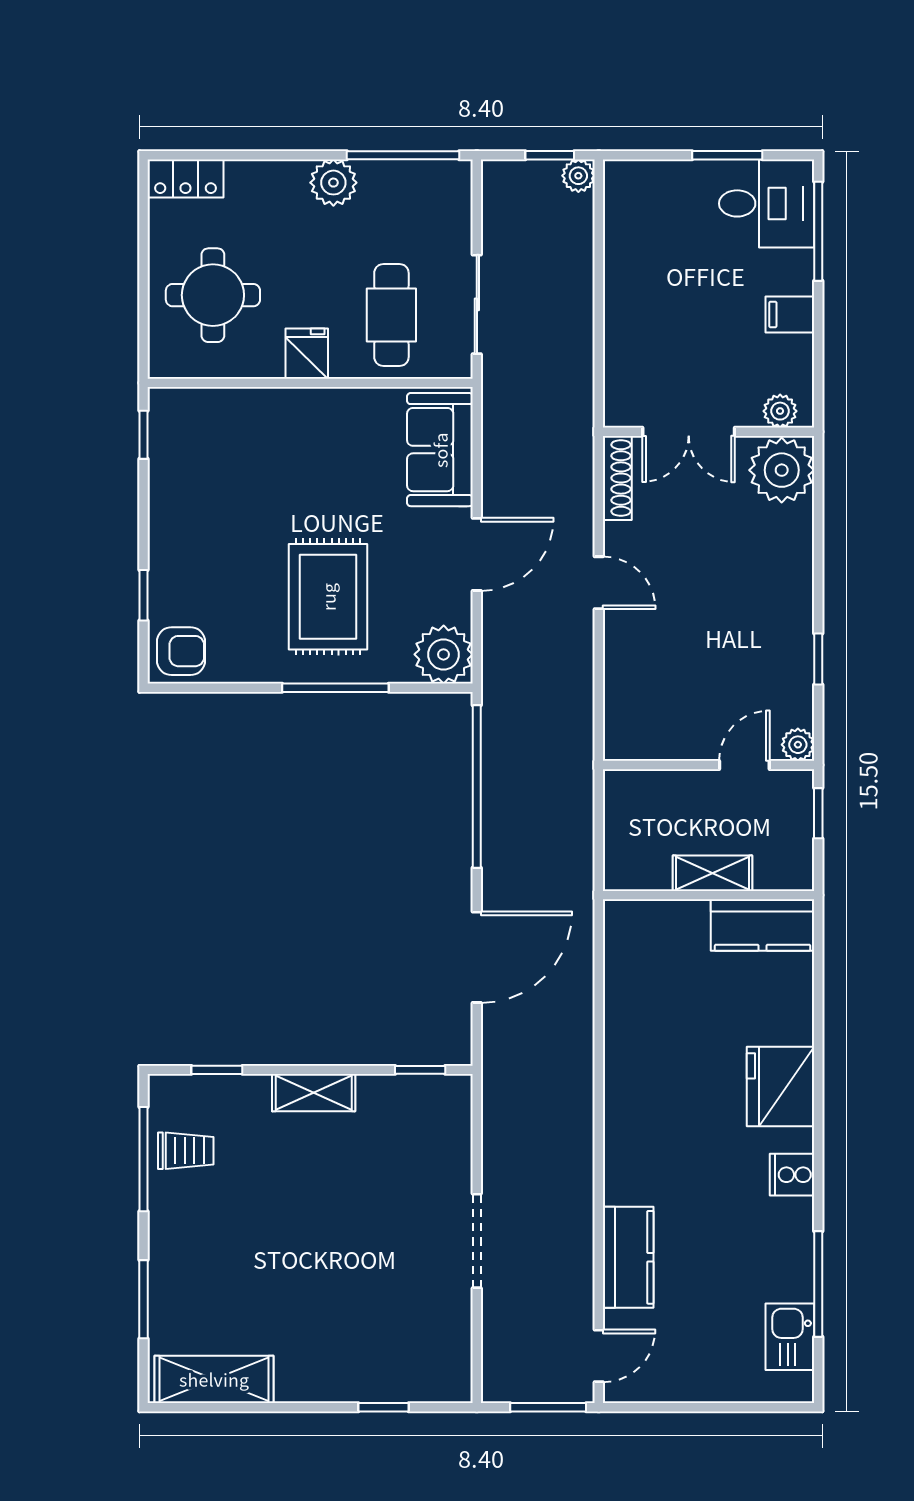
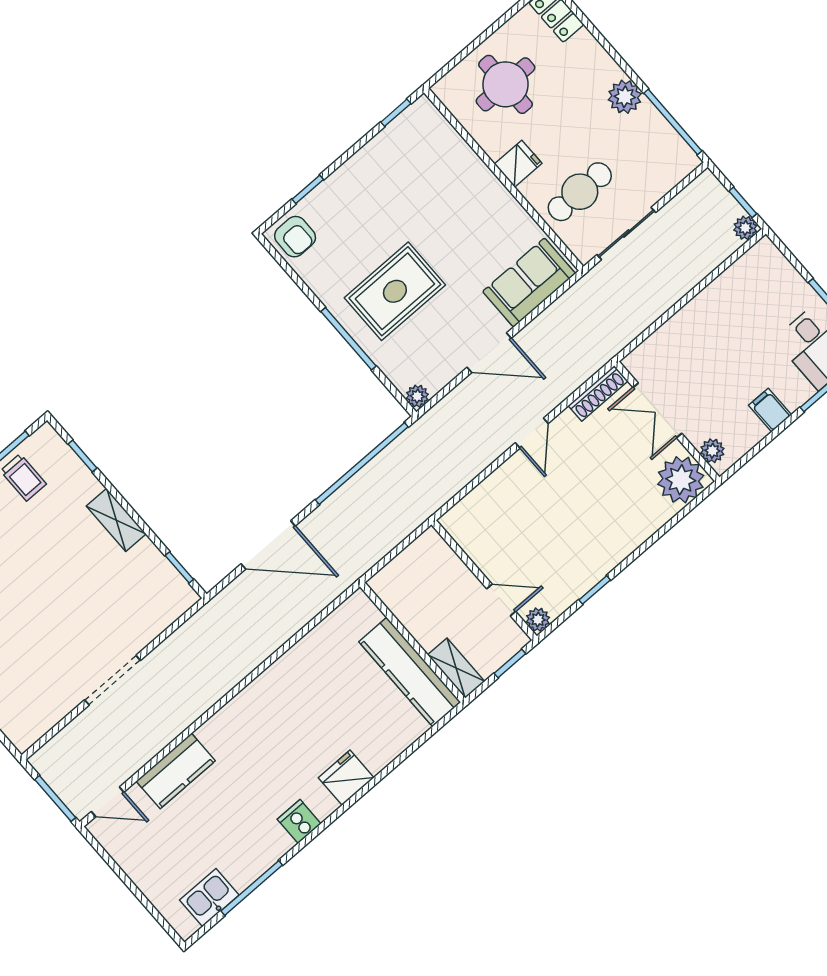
plant: (444, 654) -> (417, 396), width x0.53, depth x0.53
shelving: (713, 873) -> (456, 668), moved
kitchen counter: (763, 925) -> (410, 672), width x1.50
fridge: (781, 1086) -> (346, 778), width x0.73, depth x0.75

